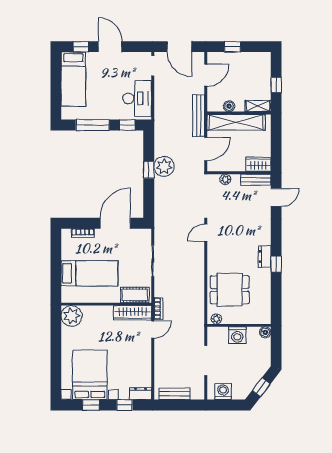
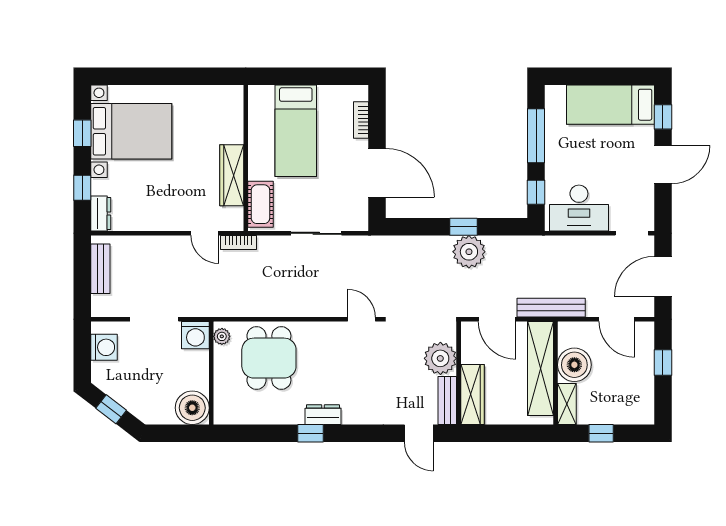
boiler: (229, 106) -> (574, 365), width x1.86, depth x1.86
wardrobe: (258, 164) -> (472, 395), width x1.50
plant: (225, 179) -> (440, 358), width x1.88, depth x1.88
wardrobe: (132, 313) -> (232, 175), moved
plant: (72, 316) -> (227, 102), removed
boiler: (265, 332) -> (192, 408), width x1.86, depth x1.86
washing machine: (237, 335) -> (195, 335), moved, turned -90

